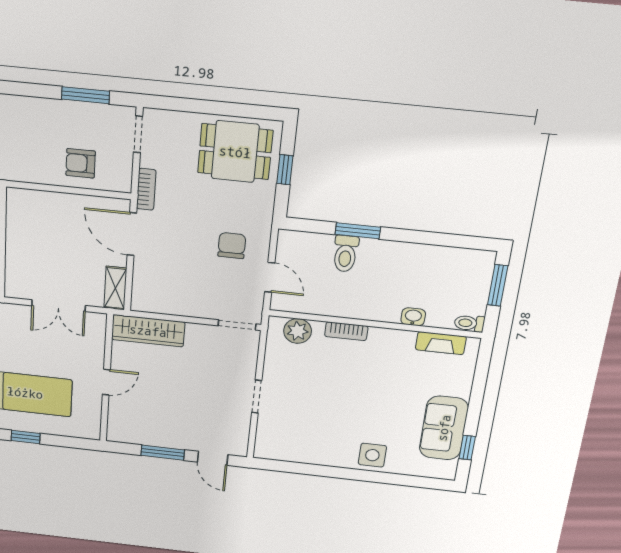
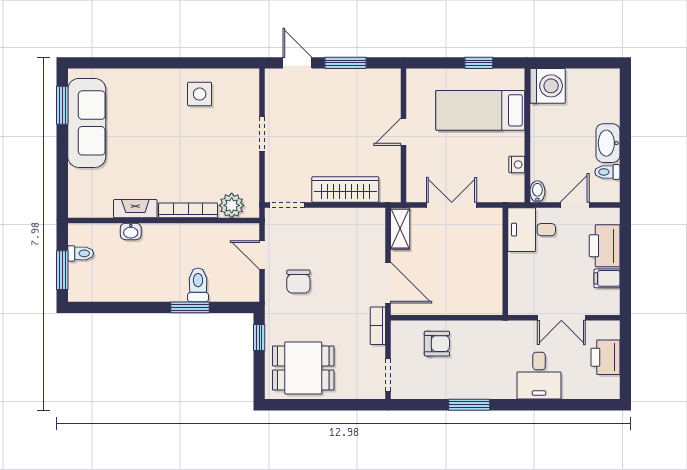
window: (86, 95) -> (469, 405), moved
window: (285, 170) -> (259, 337), moved
toilet: (469, 323) -> (81, 253), moved
wardrobe: (148, 331) -> (345, 189), moved
bookcase: (346, 331) -> (188, 210), width x1.56
fireplace: (441, 343) -> (135, 209), moved
sofa: (444, 428) -> (87, 123), width x1.36
window: (467, 448) -> (62, 105), width x1.50
side table: (372, 455) -> (200, 94), moved

